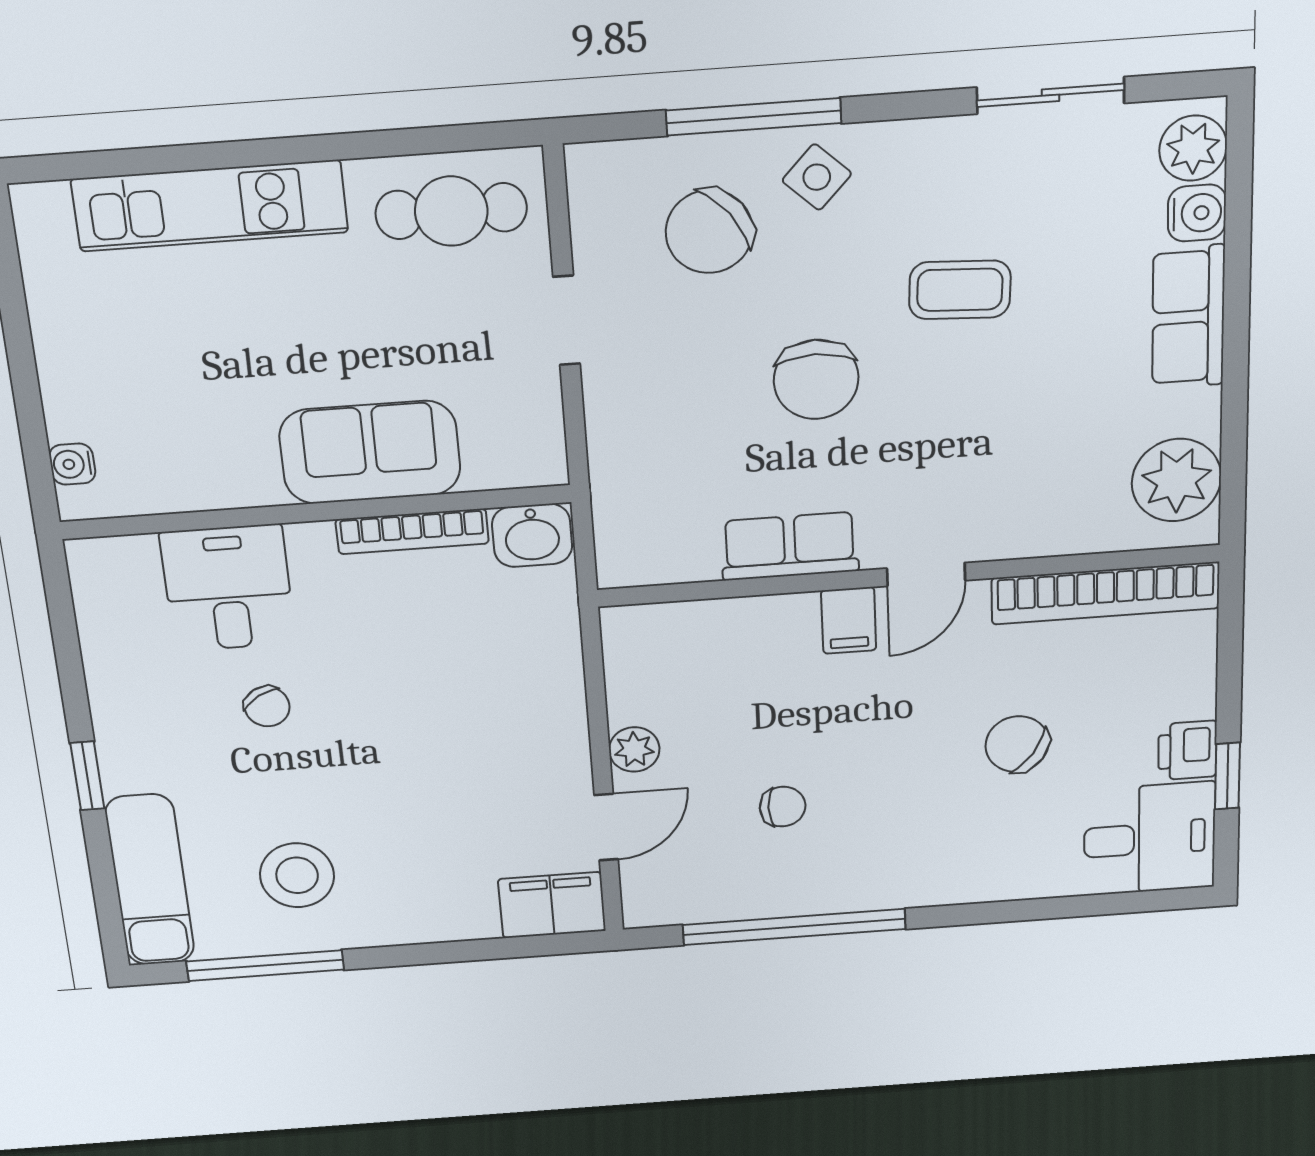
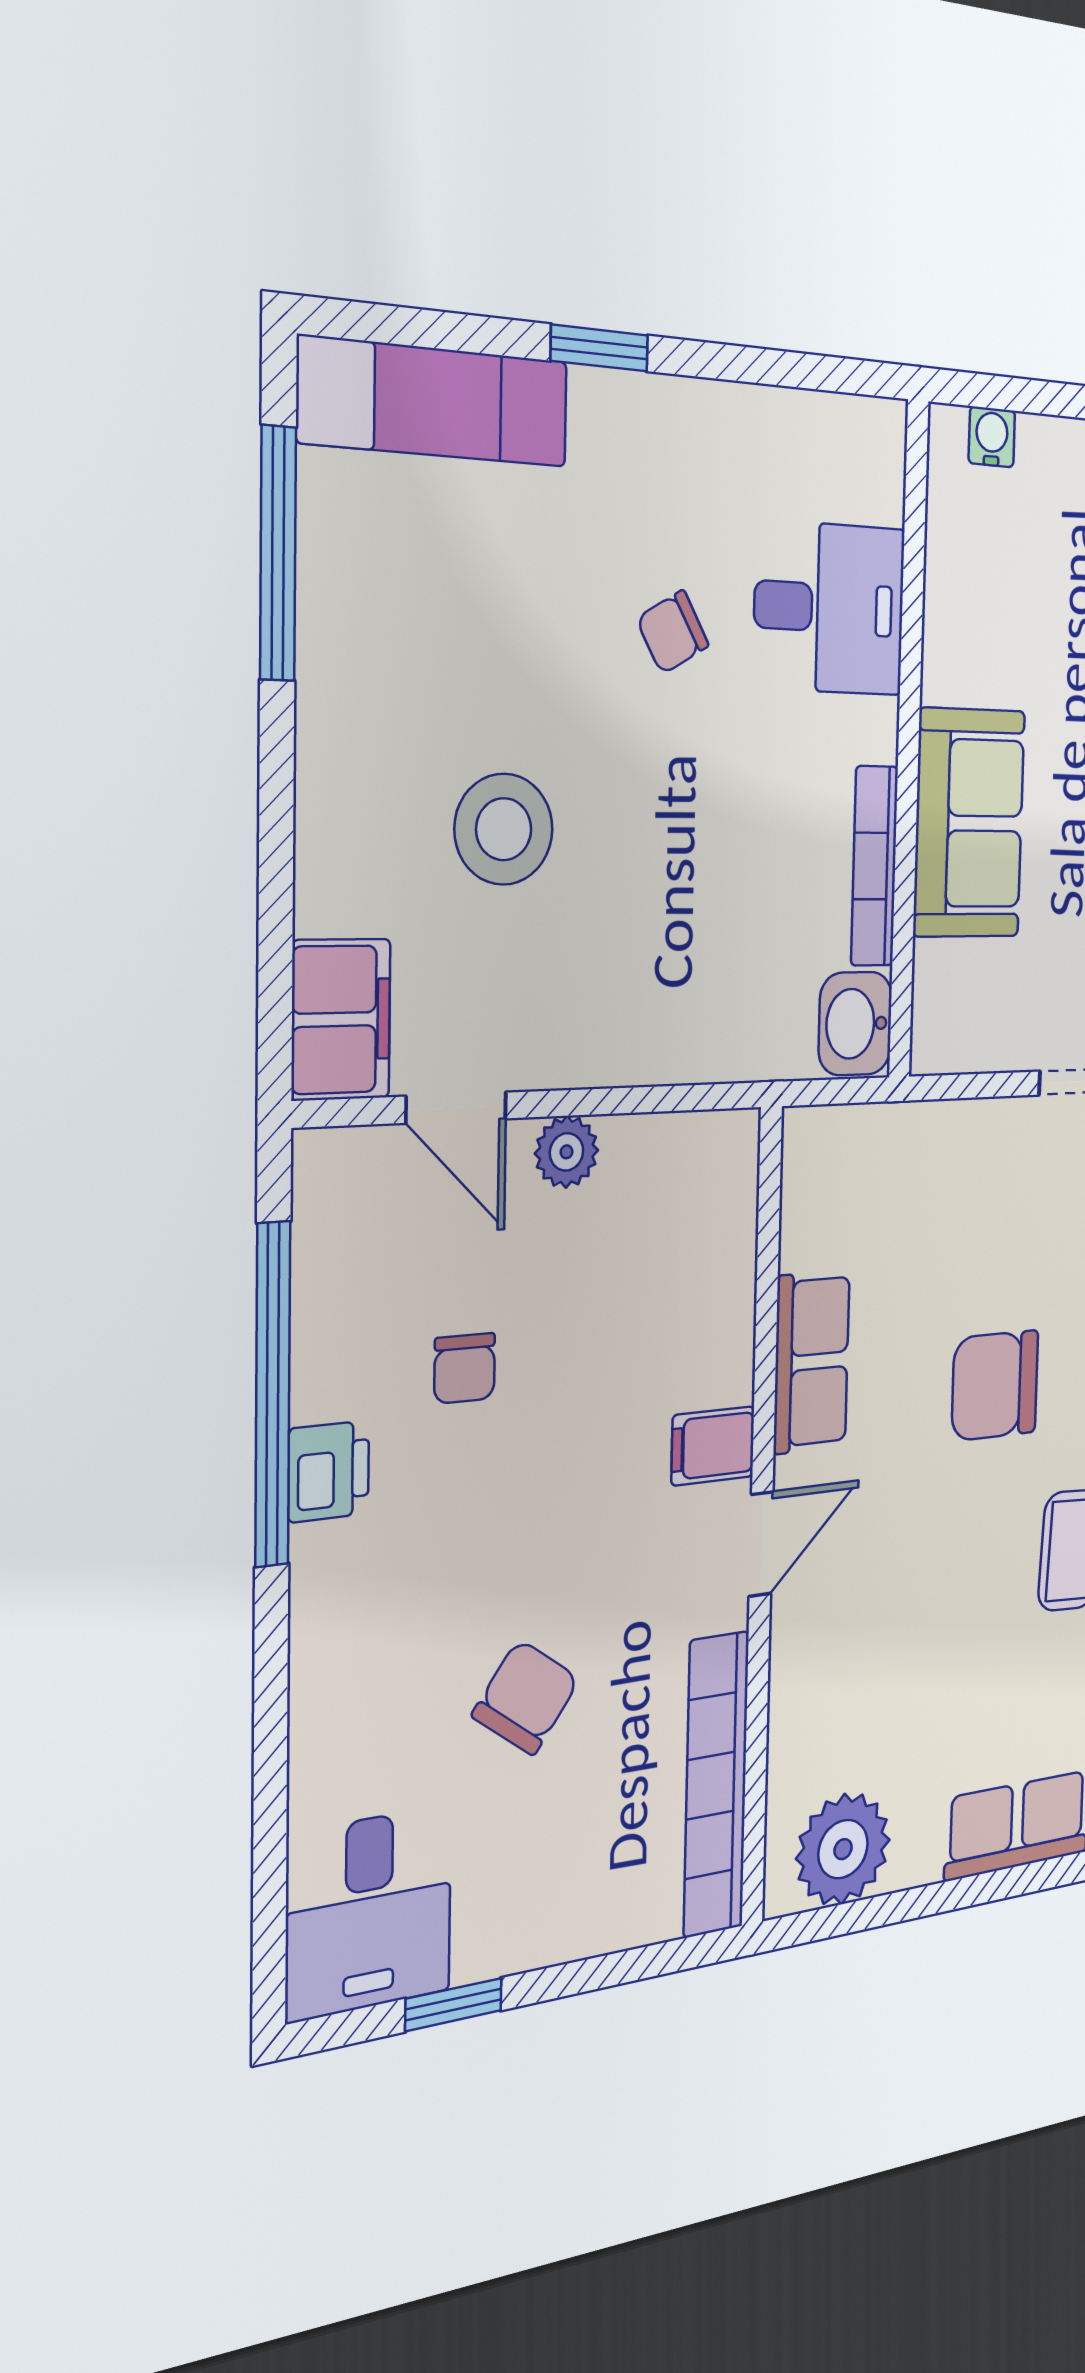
door: (926, 574) -> (761, 1544), swing flipped
printer: (1187, 750) -> (329, 1471), moved, turned 90
stool: (297, 875) -> (504, 829), moved

